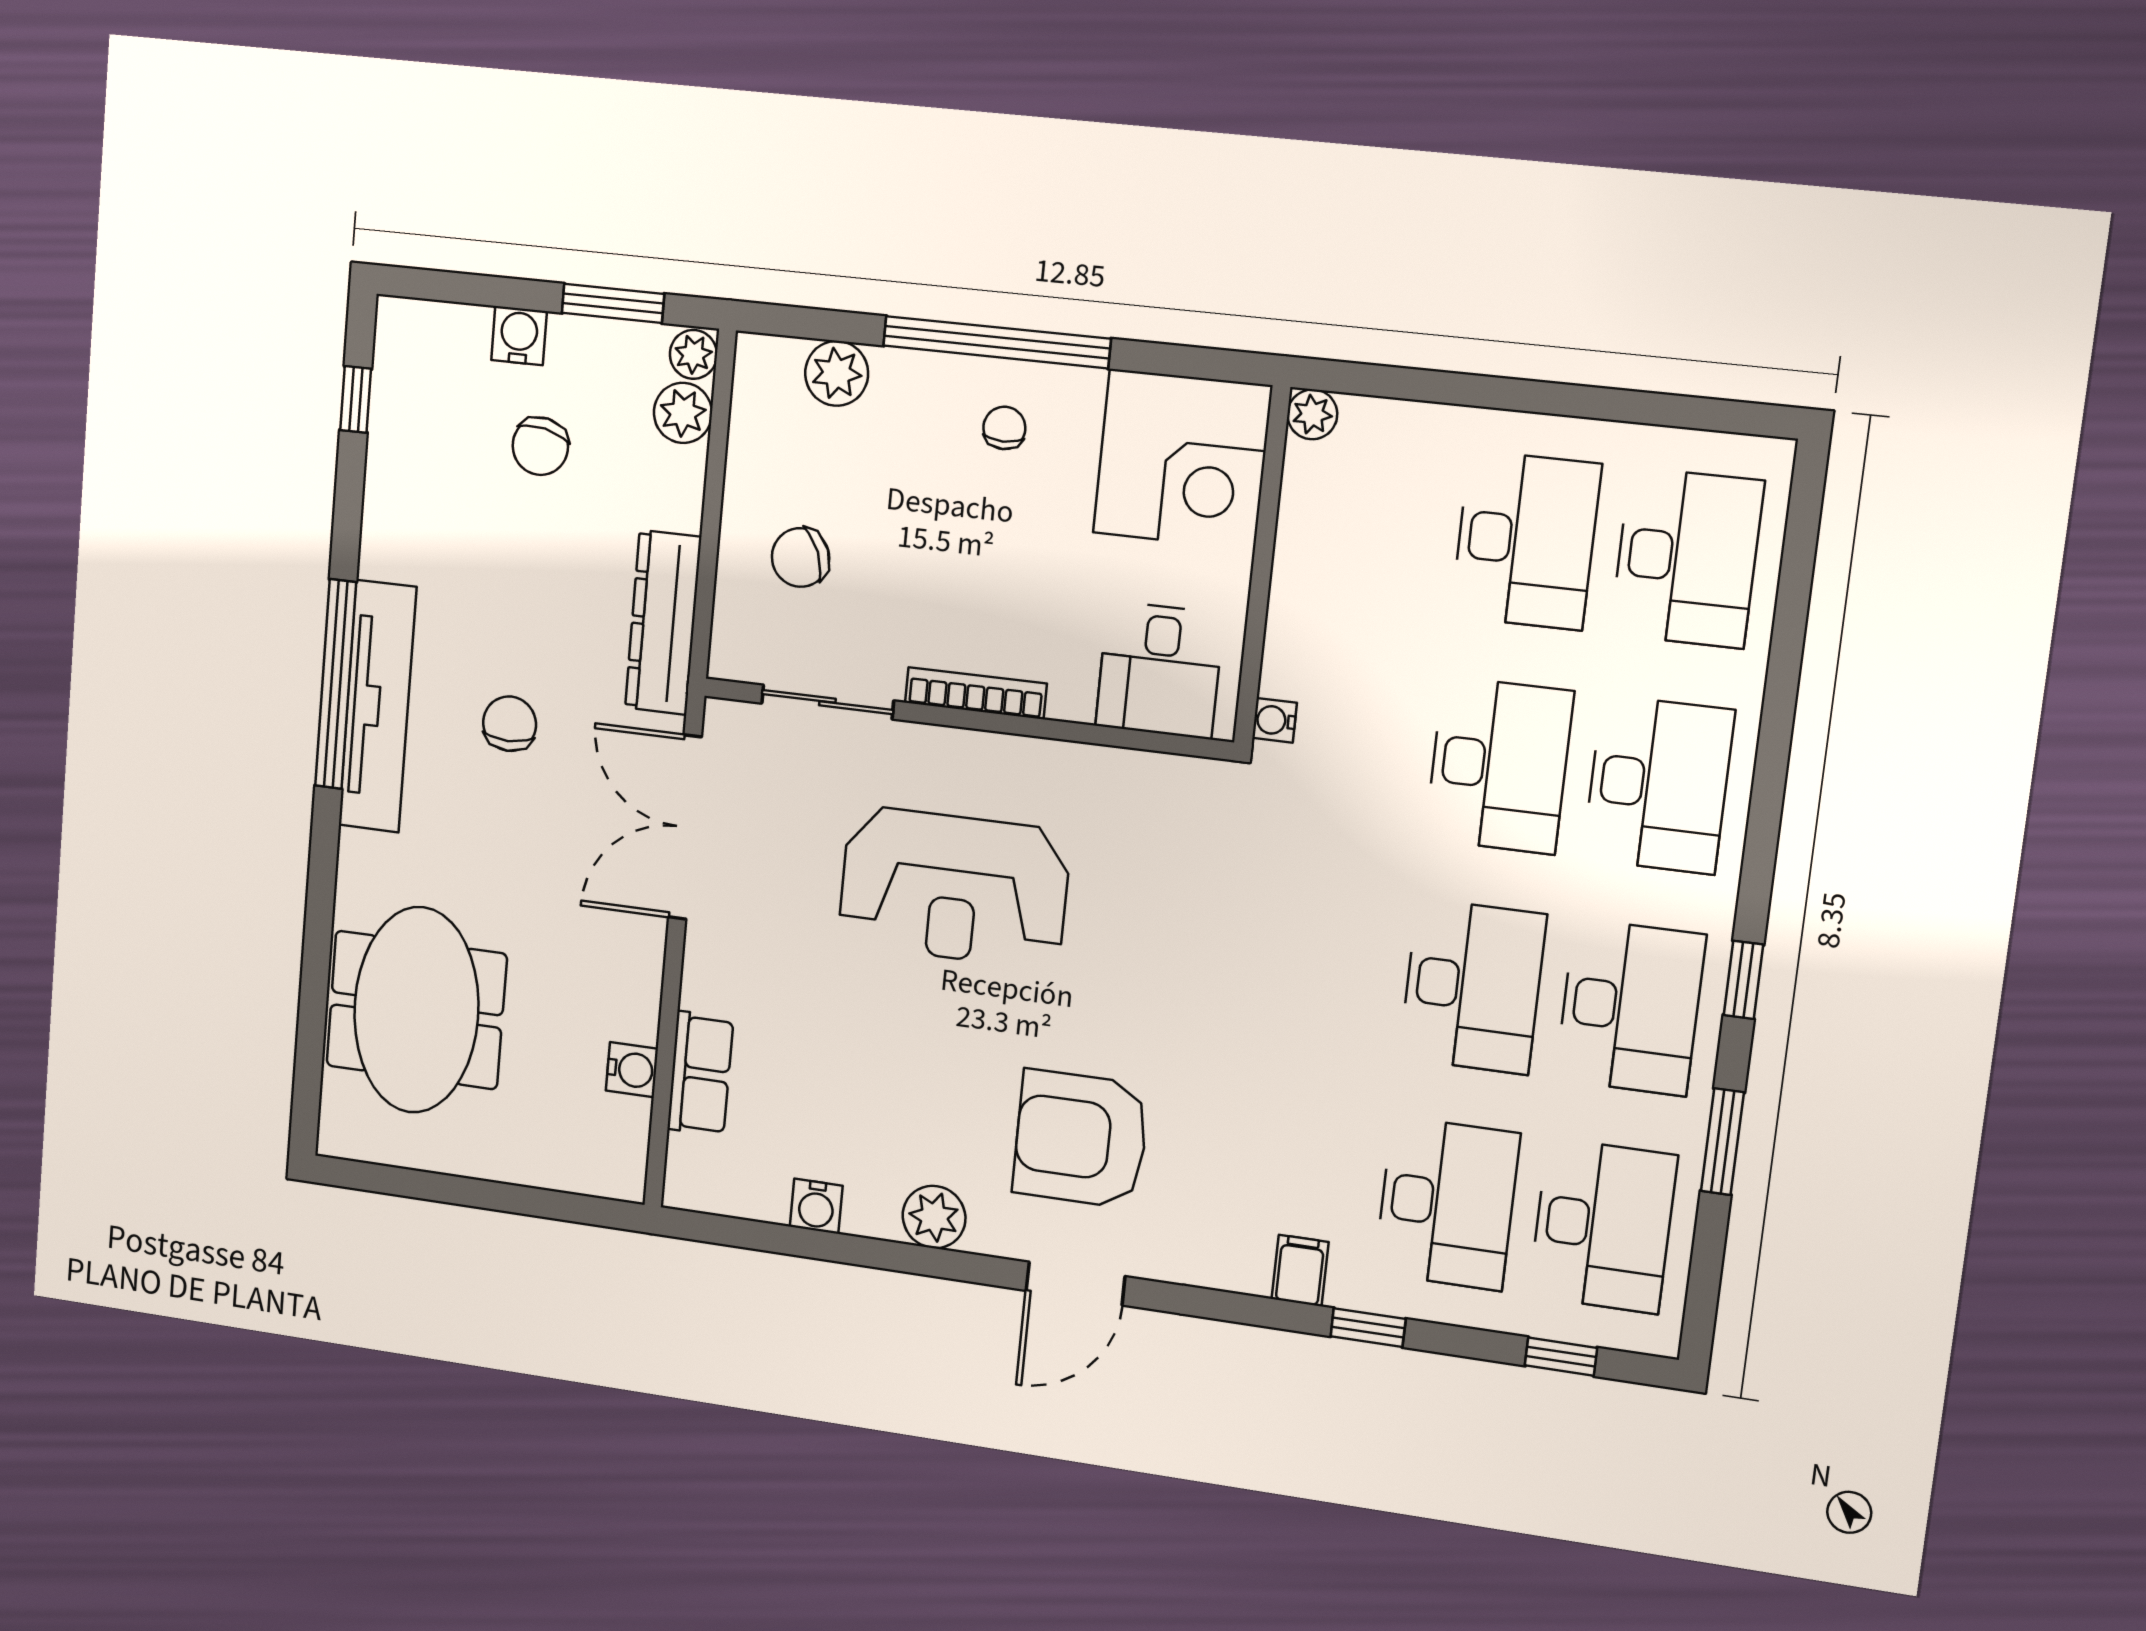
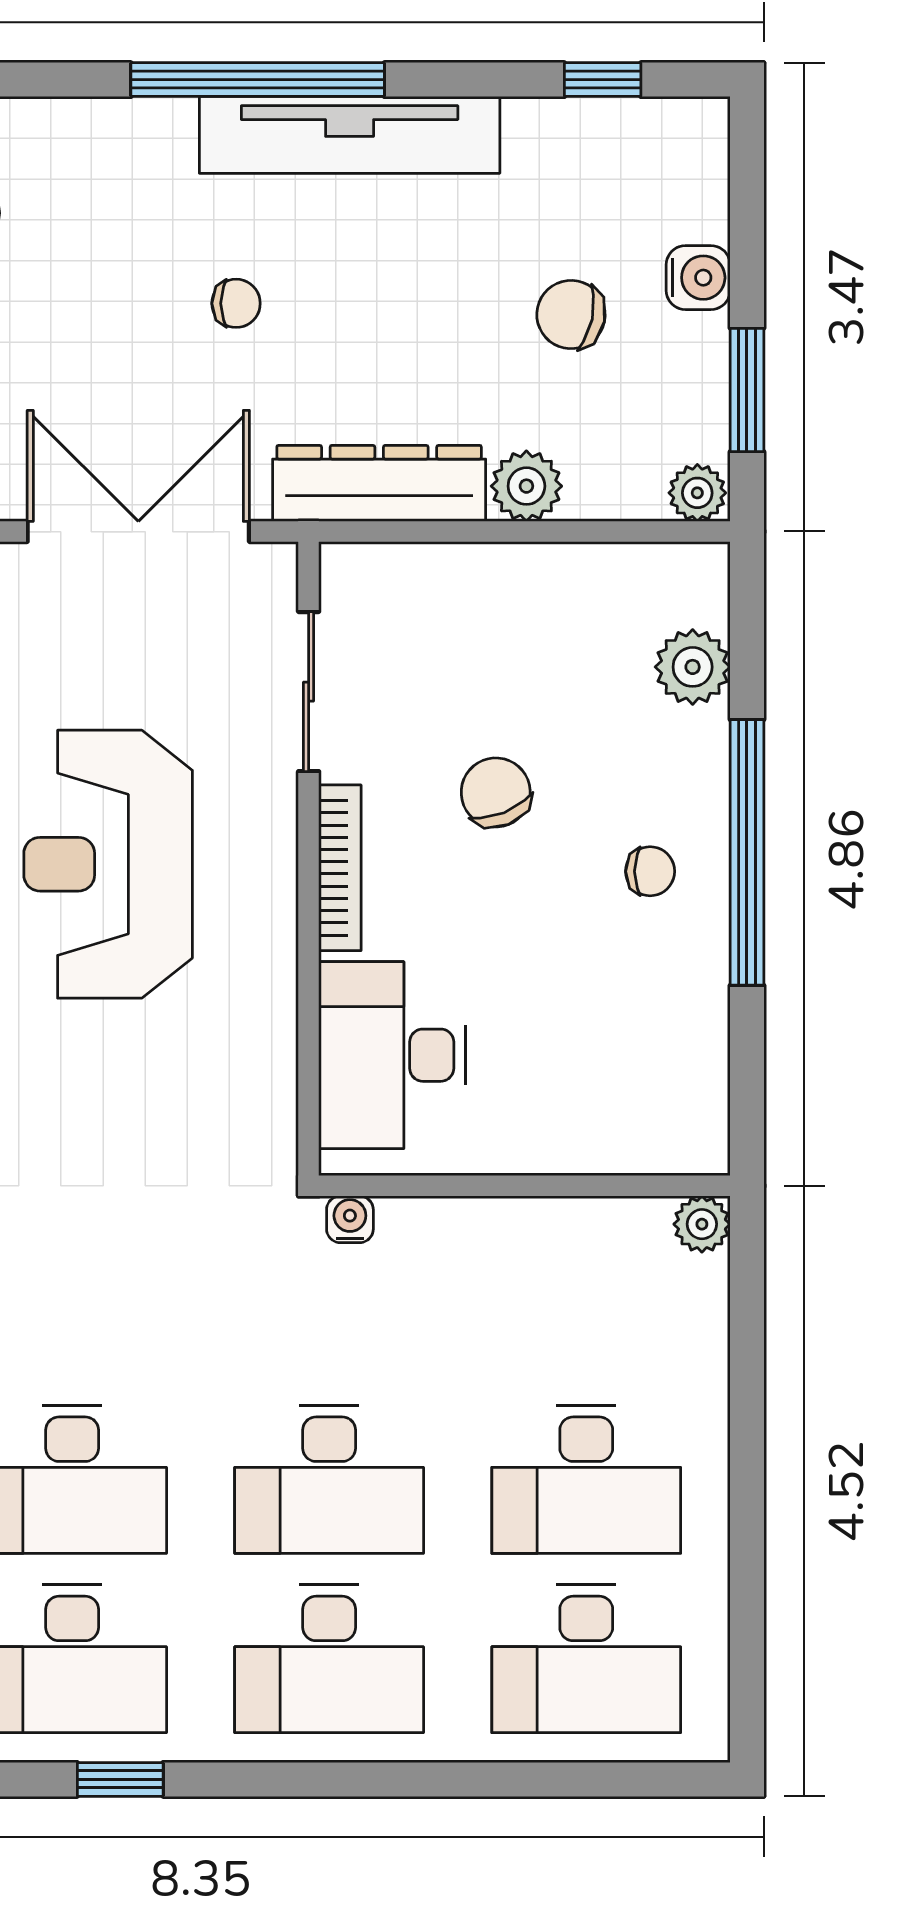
plant: (683, 413) -> (526, 486), moved
corner desk: (1182, 459) -> (636, 1081), removed
chair: (801, 557) -> (496, 792), moved
desk: (1160, 670) -> (392, 1055), width x1.37
tv unit: (377, 706) -> (350, 135), moved
chair: (510, 724) -> (236, 303), width x0.73, depth x0.73

